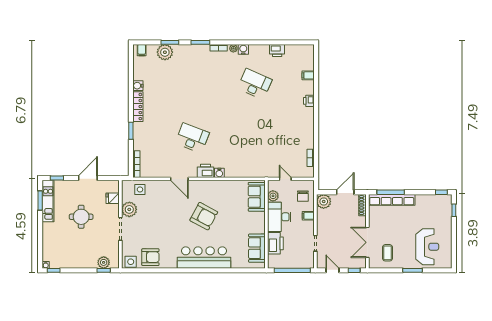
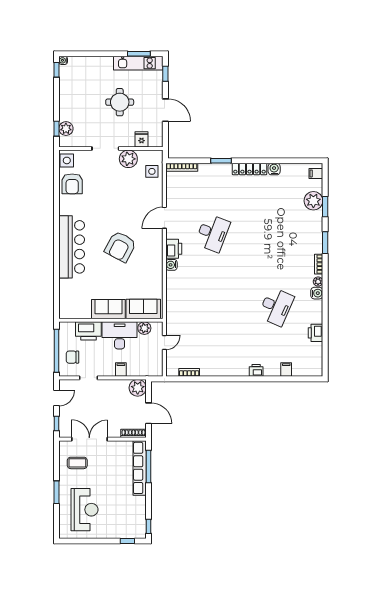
chair: (303, 196) -> (72, 357), moved
reception desk: (427, 247) -> (84, 510), turned -90
sofa: (257, 248) -> (108, 309), moved

